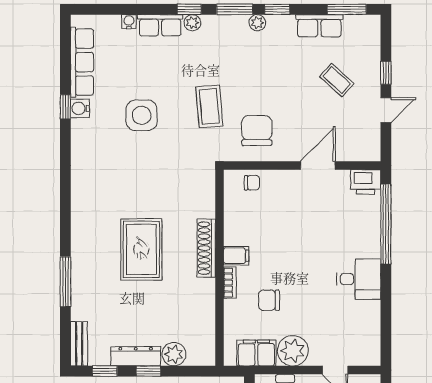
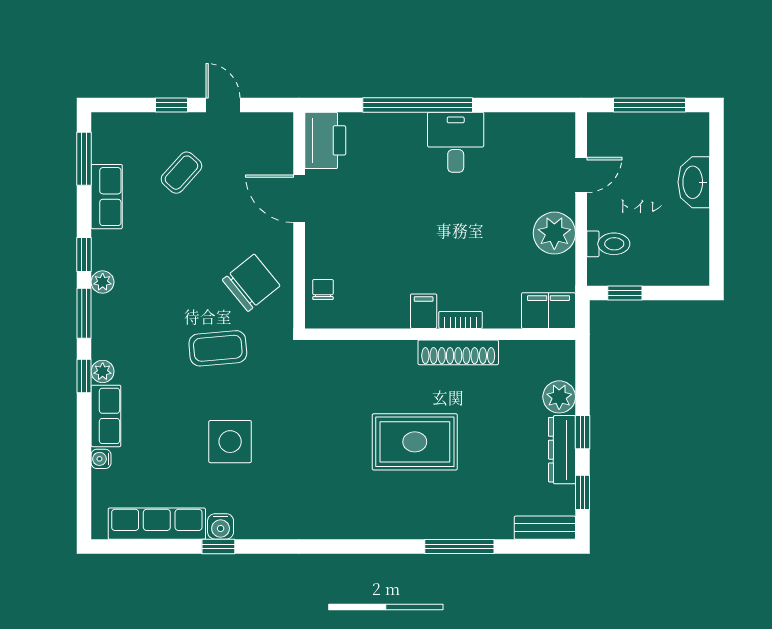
chair: (257, 131) -> (251, 283), turned 141
printer: (366, 182) -> (325, 140), width x1.37, depth x1.19
window: (386, 224) -> (418, 105), moved
shoe rack: (206, 248) -> (458, 352), moved
chair: (269, 300) -> (485, 266), removed
filing cabinet: (256, 353) -> (549, 311), moved, turned 90

